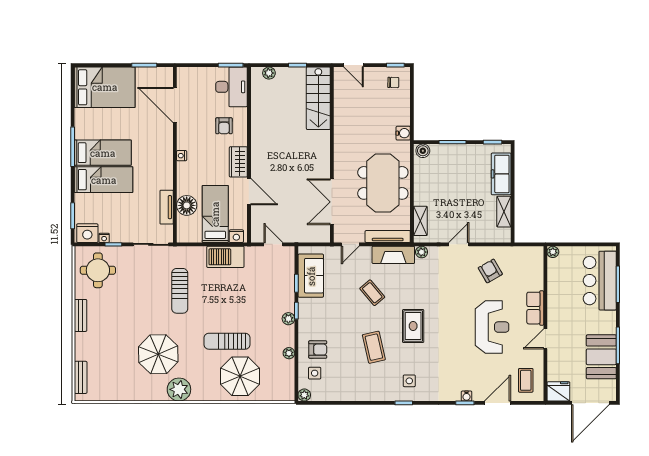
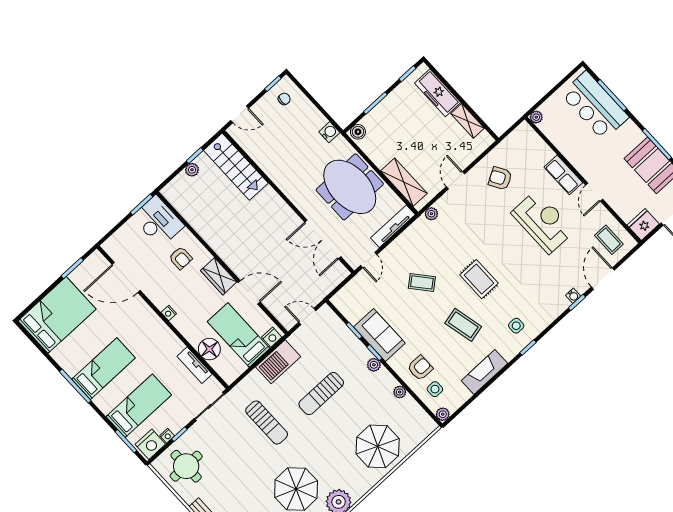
plant: (269, 73) -> (192, 170), moved
bed: (104, 180) -> (139, 406), moved
shelving: (420, 221) -> (404, 182), width x1.50, depth x1.33
fireplace: (393, 255) -> (484, 372), moved, turned 180
sofa: (311, 276) -> (379, 335), moved
sun lounger: (227, 341) -> (321, 394), moved

